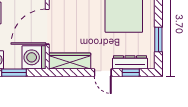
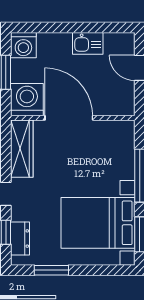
dresser: (130, 62) -> (20, 239), width x0.70

